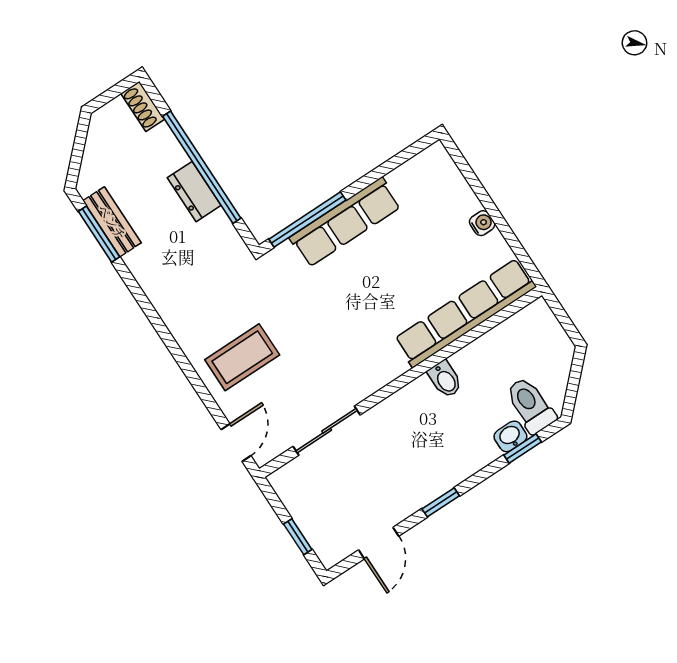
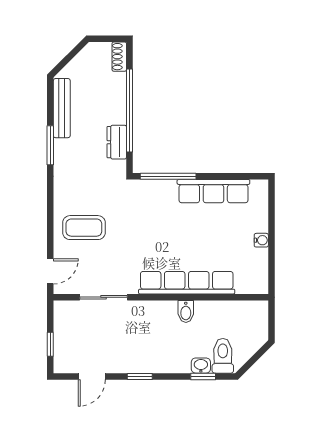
dresser: (194, 192) -> (117, 142), moved
bench: (112, 222) -> (62, 108), width x1.36
row of seats: (345, 222) -> (213, 191), moved
window: (99, 234) -> (50, 145), moved
row of seats: (465, 313) -> (187, 283), moved

